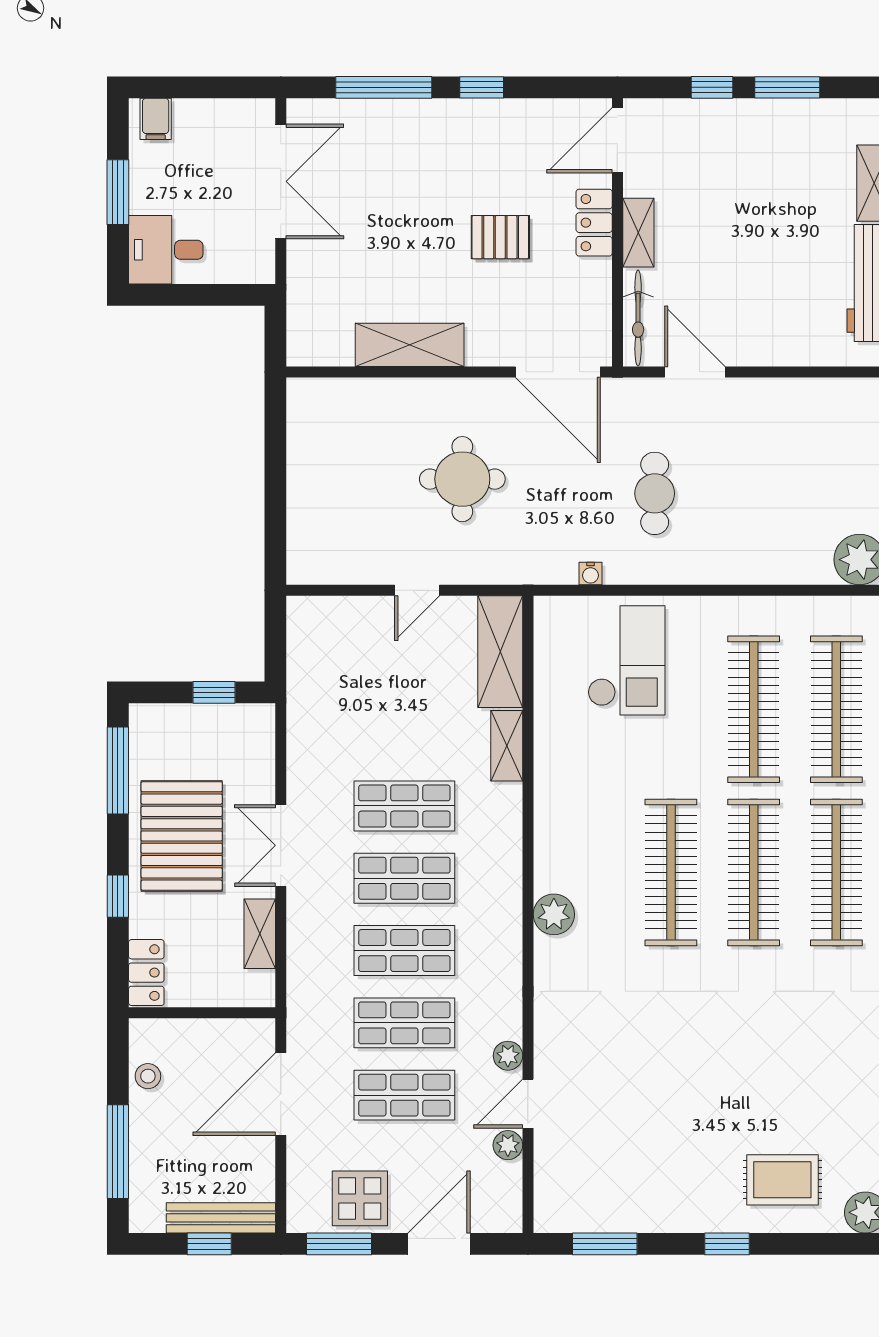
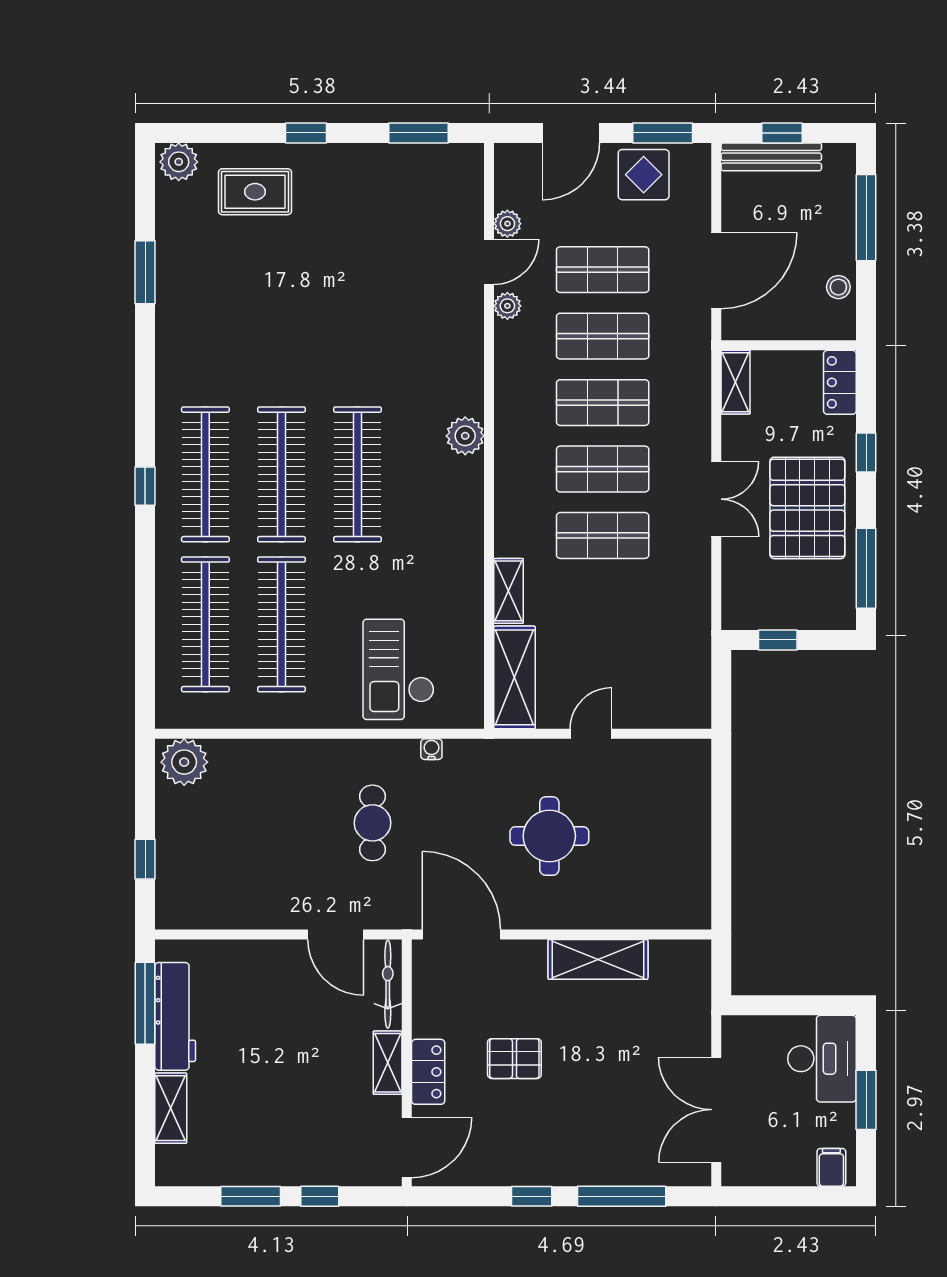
desk: (166, 250) -> (822, 1059), width x1.37
shelving: (260, 934) -> (736, 382), moved

